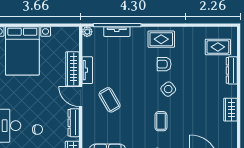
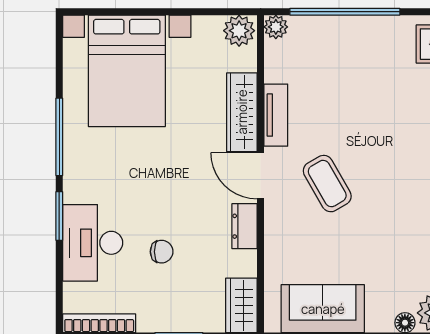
tv unit: (117, 32) -> (344, 26), removed
plant: (71, 33) -> (239, 31), added
dresser: (74, 123) -> (245, 226), width x0.70

